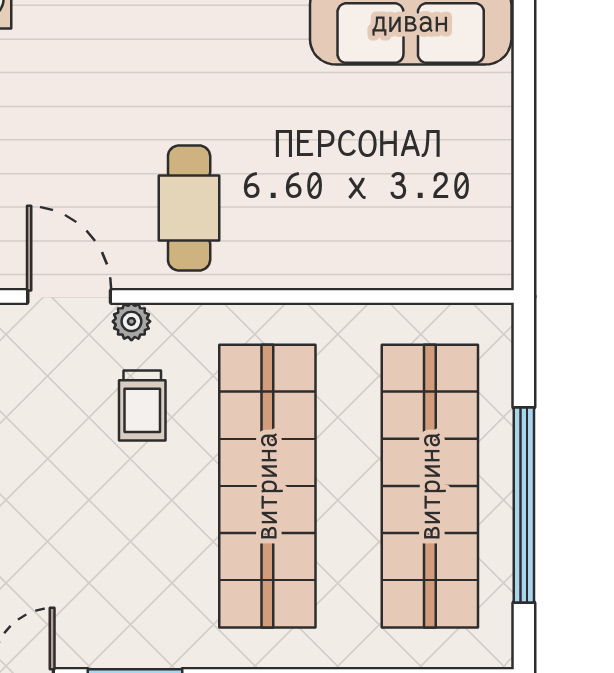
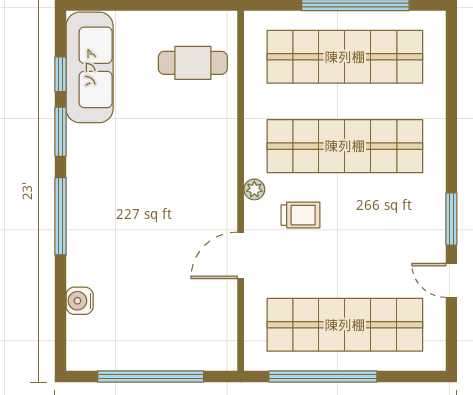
cafe table: (189, 208) -> (193, 63), moved
plant: (131, 321) -> (254, 189), moved

